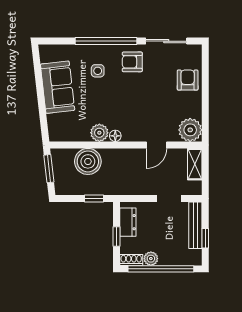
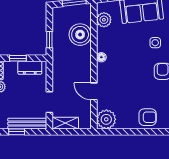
plant: (99, 133) -> (104, 20), moved
shelving: (195, 164) -> (65, 123), moved

